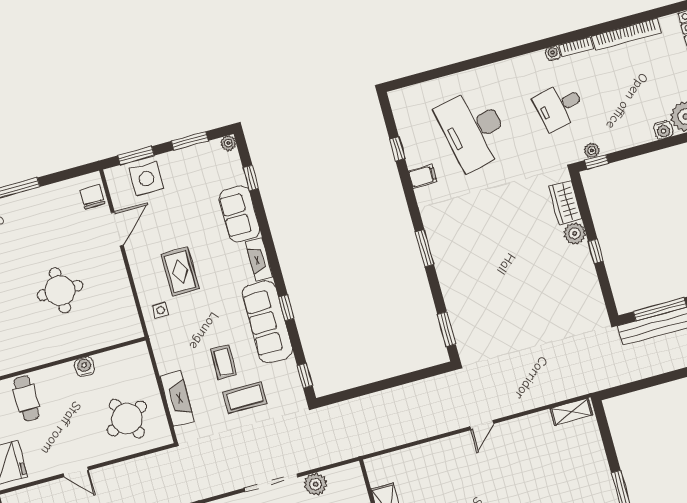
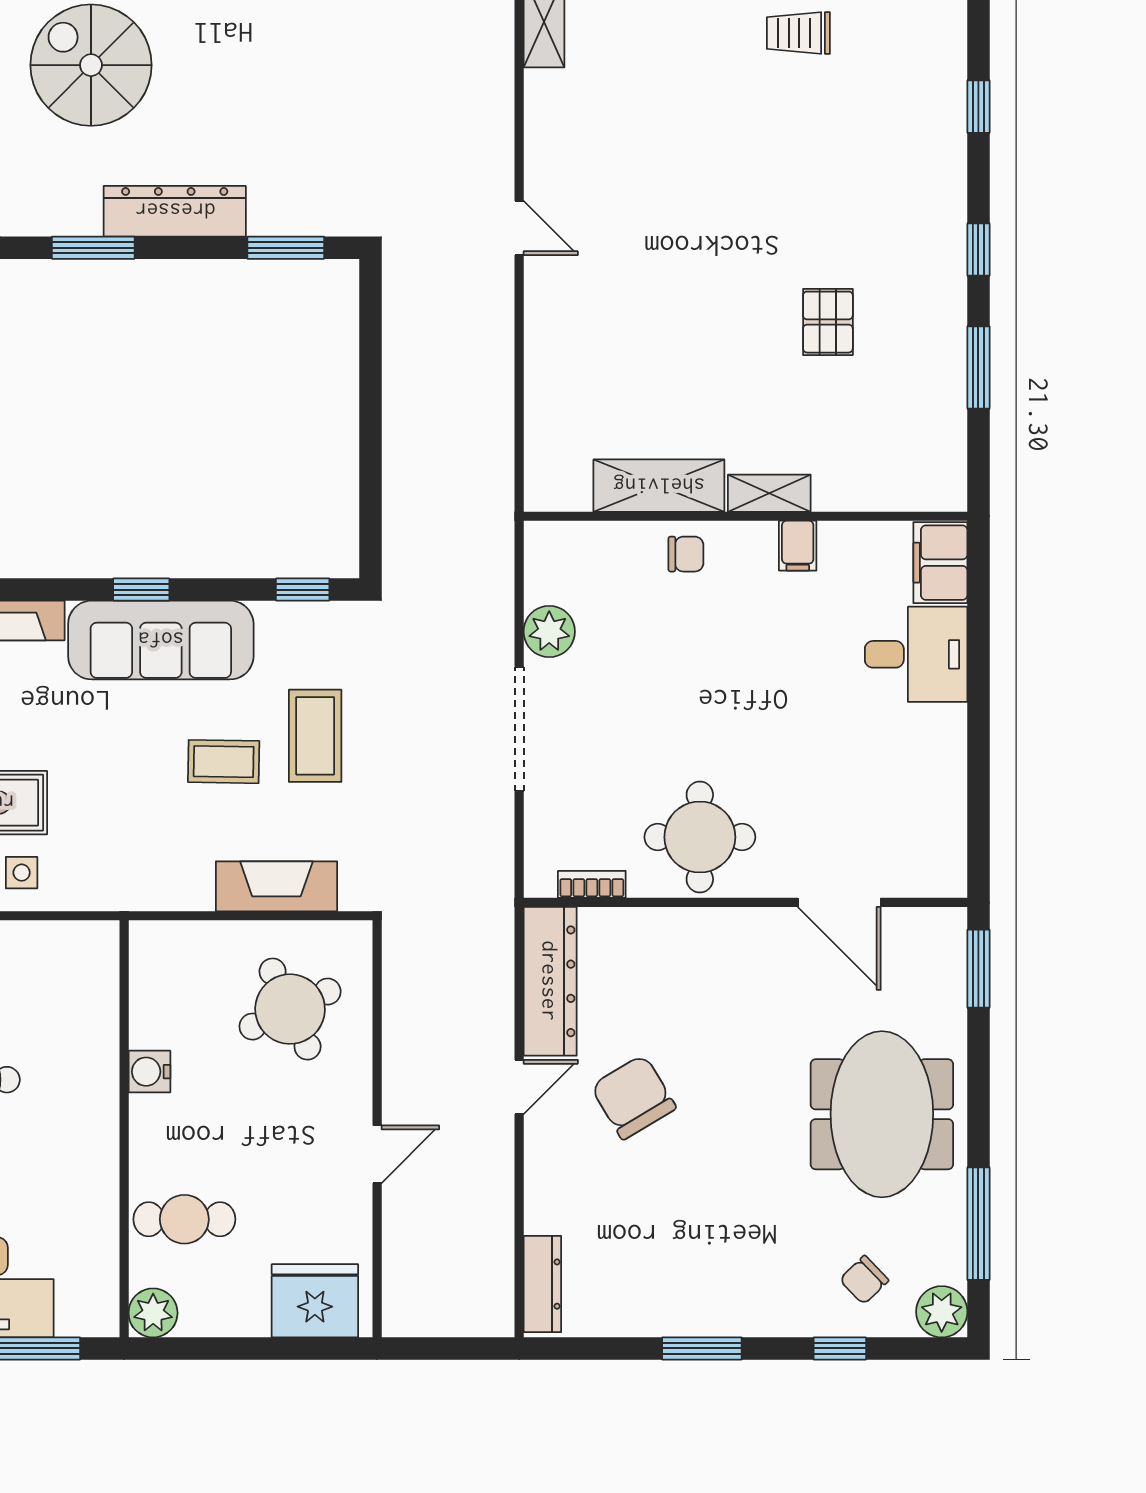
spiral stairs: (501, 226) -> (91, 65), added
dresser: (449, 278) -> (175, 211), added
side table: (161, 310) -> (22, 873), moved

